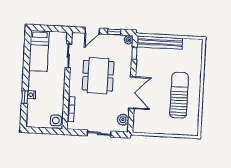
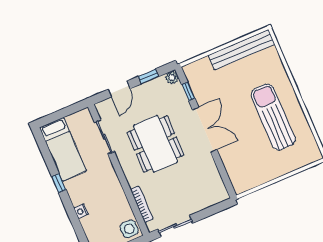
bench: (160, 43) -> (242, 50), moved
double door: (132, 93) -> (205, 130), moved
window: (25, 97) -> (59, 183), moved
plant: (123, 120) -> (216, 185), removed
sliding door: (99, 134) -> (175, 226), moved

